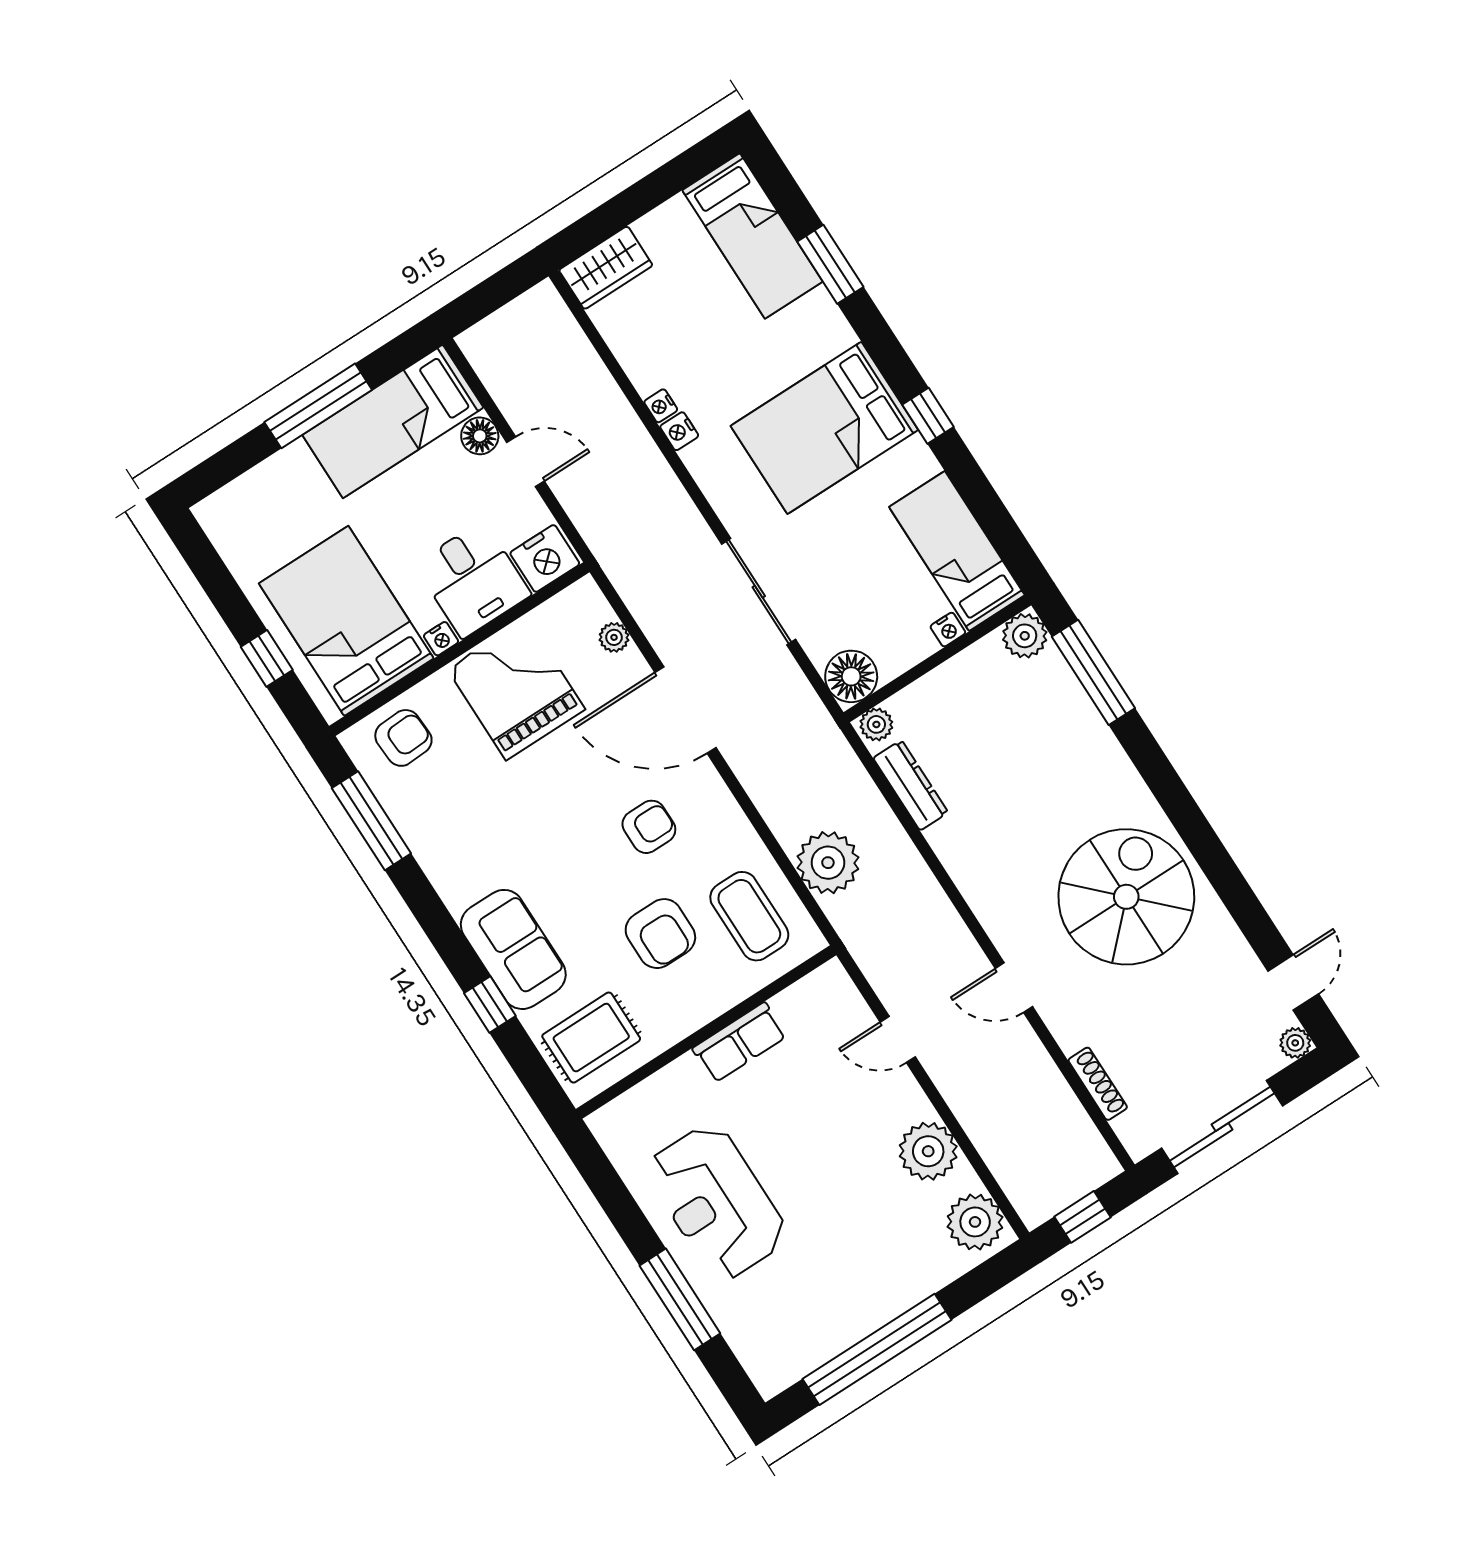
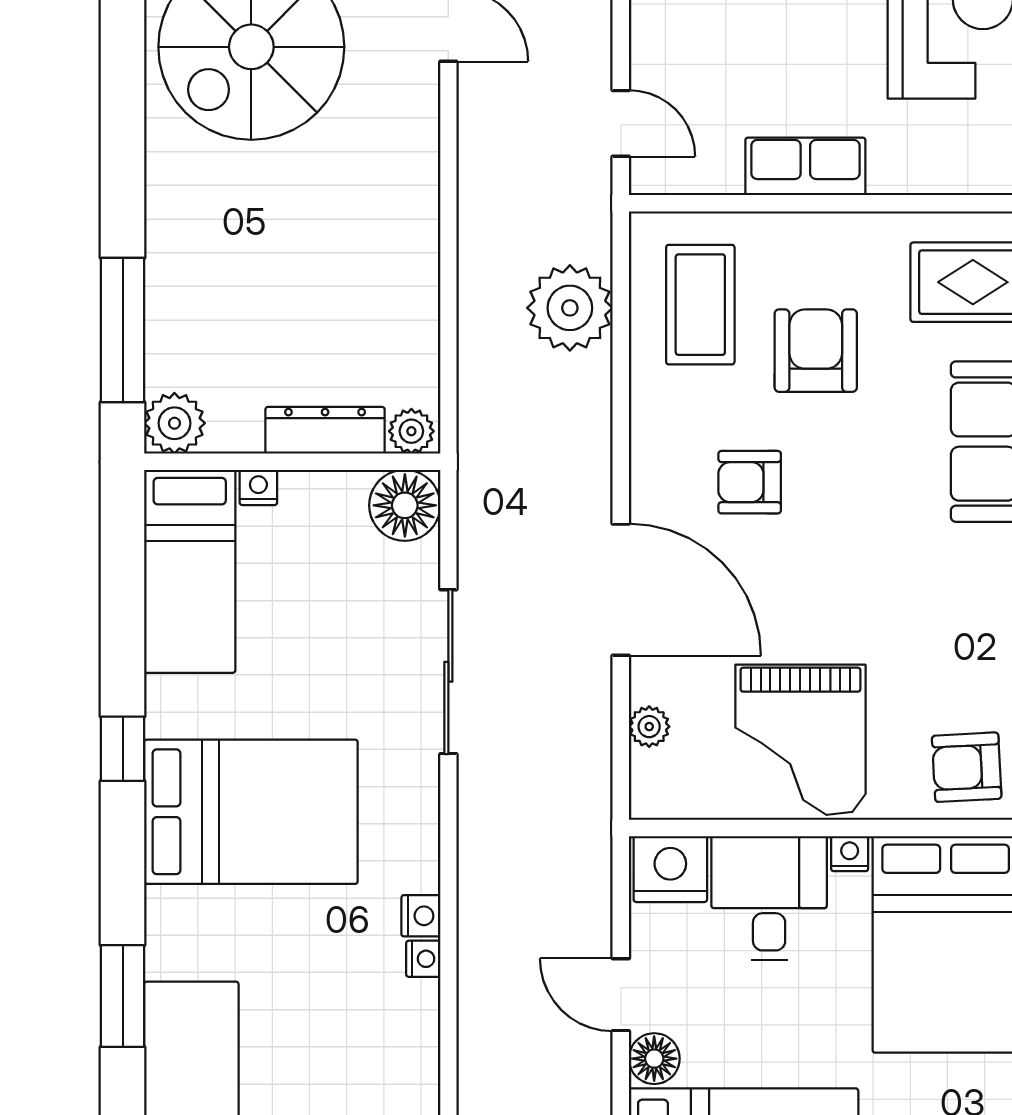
dresser: (911, 785) -> (325, 430), moved, turned 90
door: (898, 1039) -> (621, 123), moved

